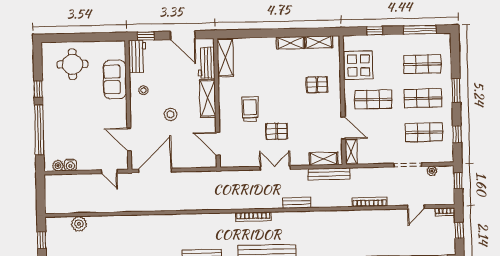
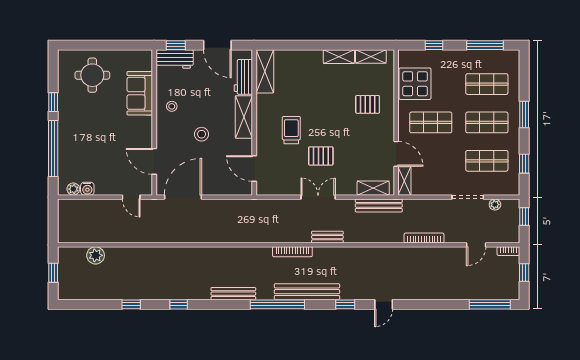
workbench: (137, 56) -> (175, 59), moved, turned 90
bench: (297, 203) -> (327, 237), moved

